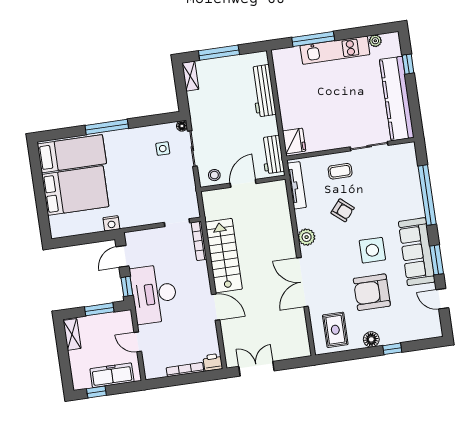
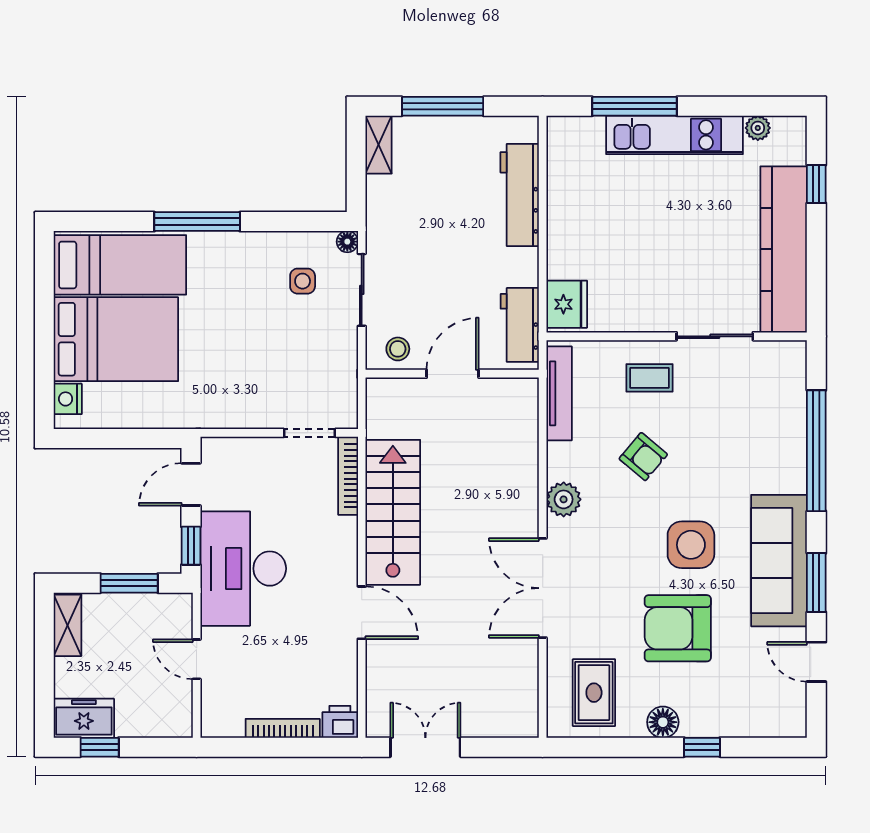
nightstand: (111, 223) -> (68, 399), moved, turned 90
freezer: (112, 375) -> (84, 718), moved, width x0.71

